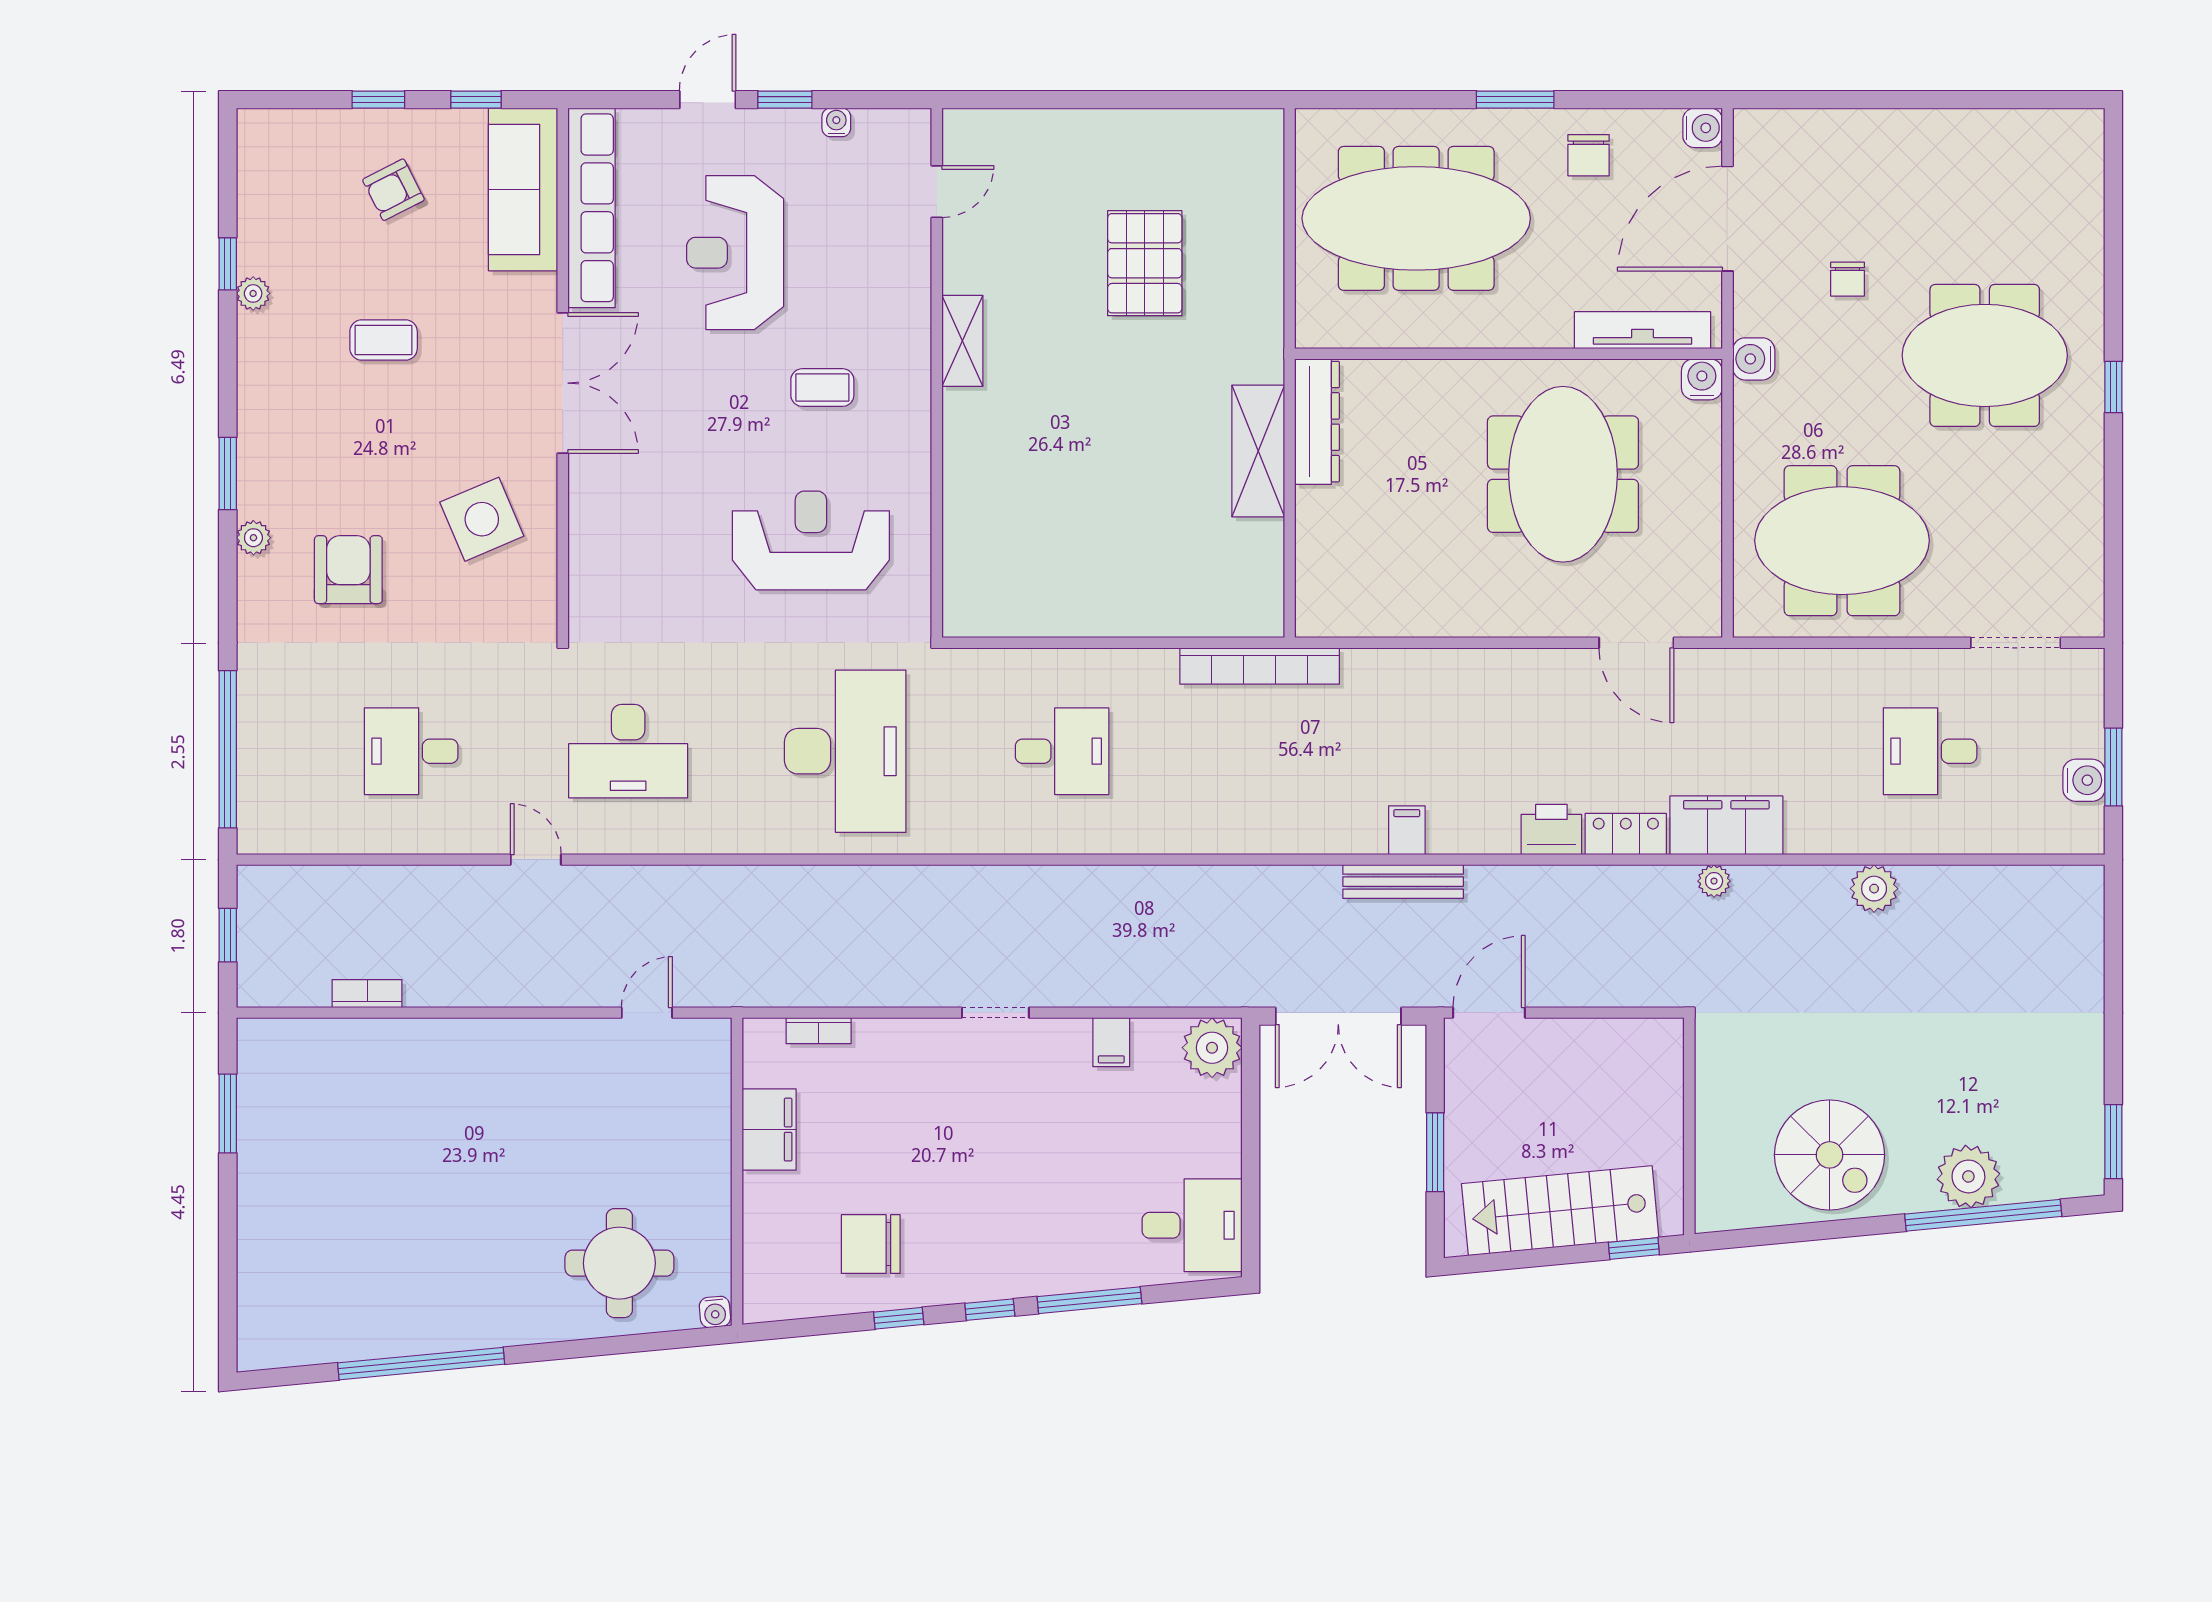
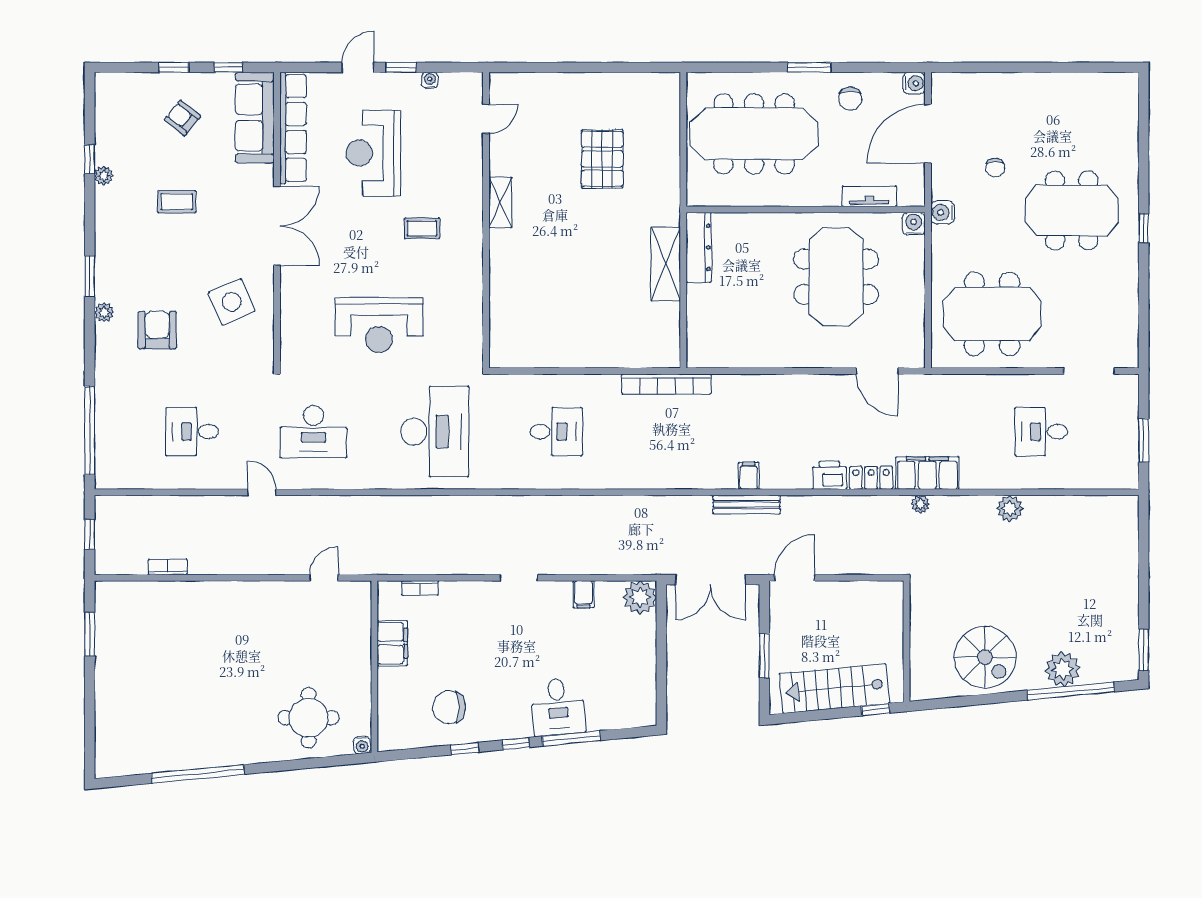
armchair: (393, 190) -> (182, 118), turned 66
tv unit: (1642, 330) -> (869, 196), width x0.71
reception desk: (811, 540) -> (379, 325), moved, turned 180
water cooler: (2084, 780) -> (1127, 448), removed
desk: (1192, 1225) -> (558, 707), moved, turned 85

